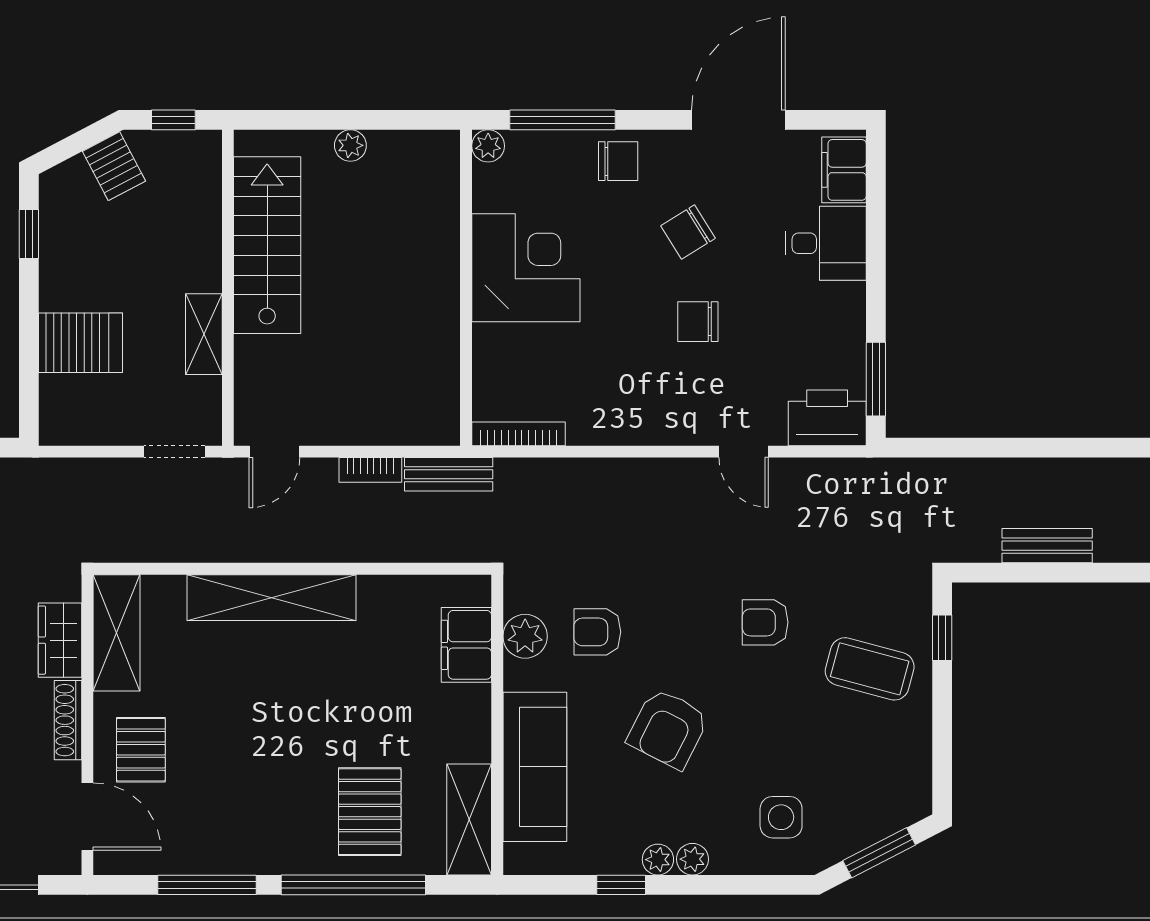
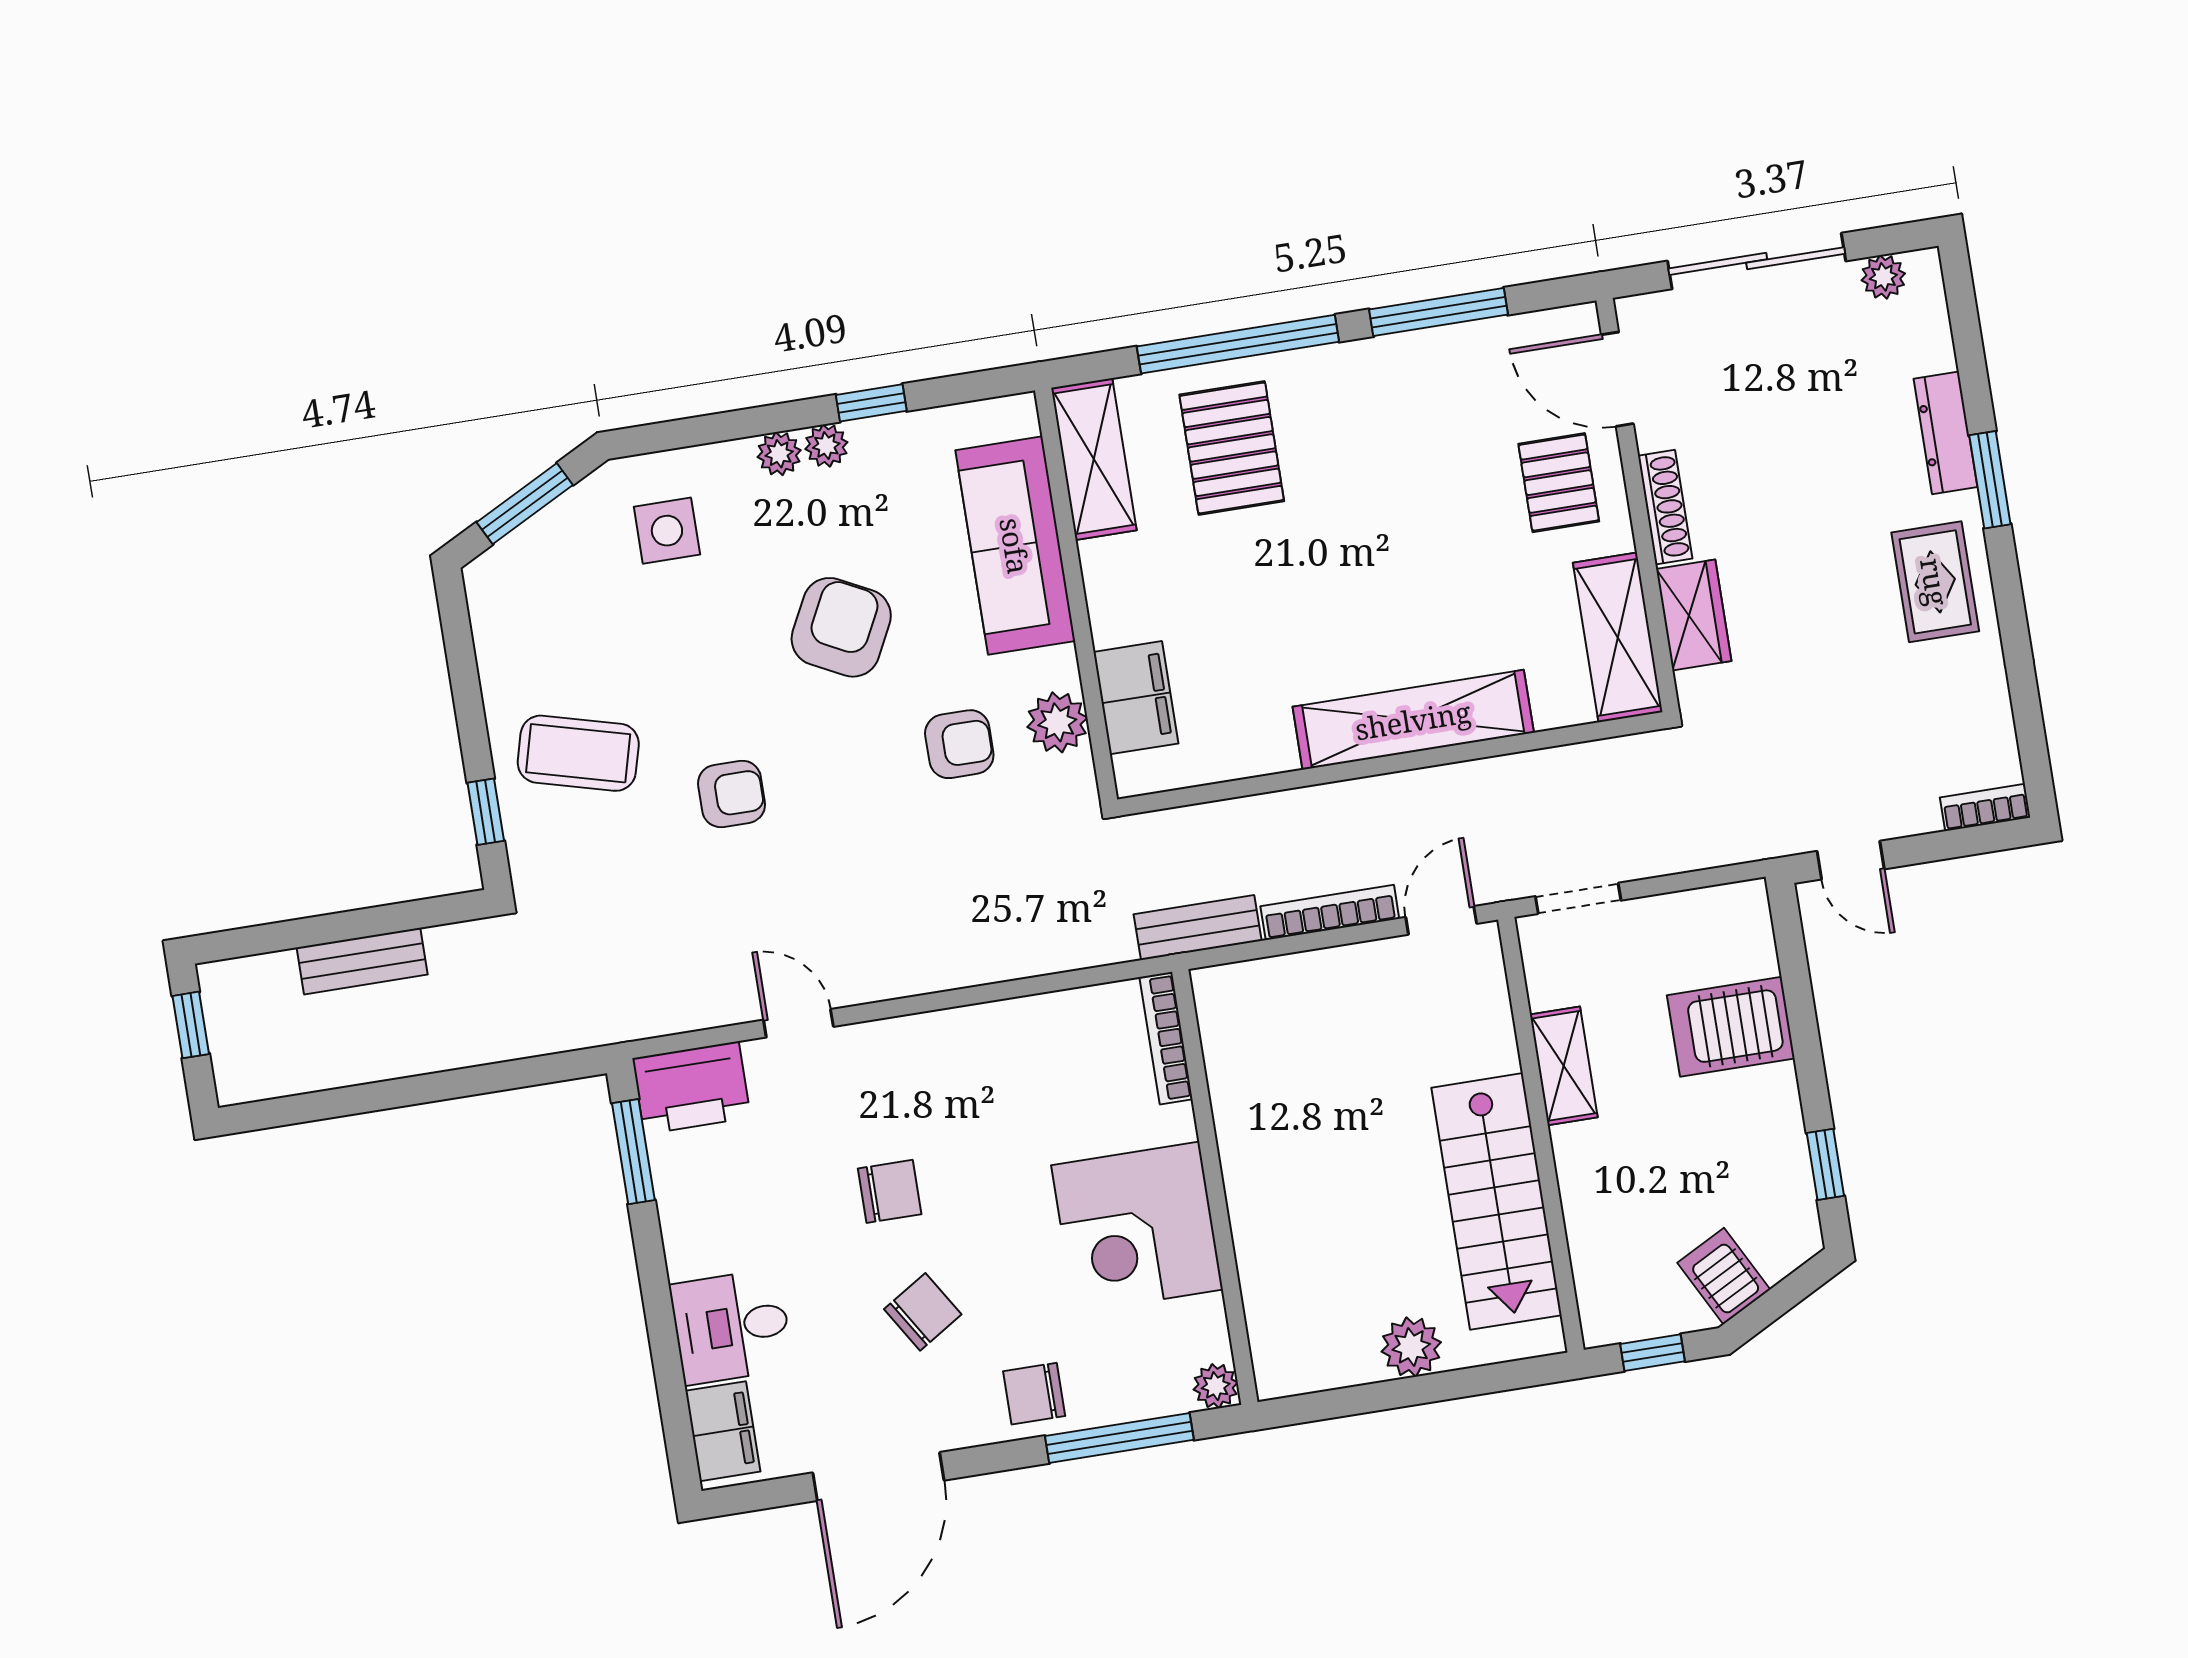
plant: (350, 145) -> (1411, 1347), width x1.38, depth x1.38
bookcase: (518, 434) -> (1166, 1038), moved, turned 90
bookcase: (370, 470) -> (1330, 912), width x1.56

